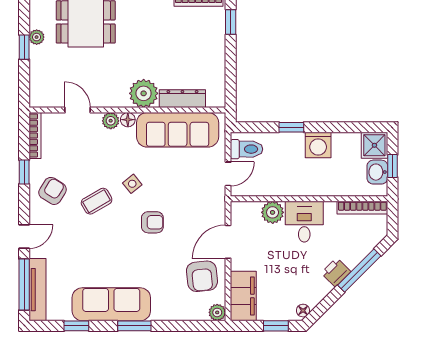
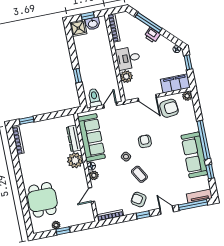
washing machine: (318, 145) -> (84, 59), removed
window: (24, 172) -> (143, 215), moved
door: (228, 174) -> (110, 105), hinge flipped
tv unit: (37, 290) -> (199, 196), width x0.71
window: (134, 326) -> (204, 140), width x2.11

